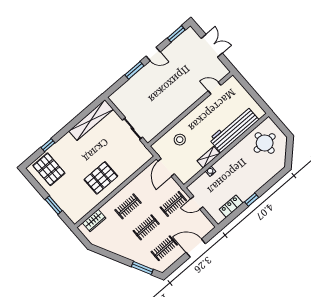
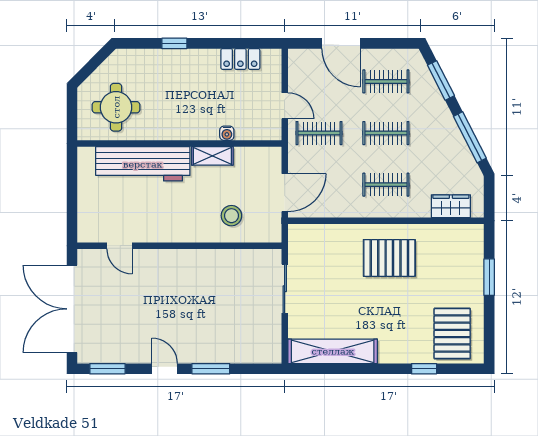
double door: (212, 46) -> (72, 309), width x1.87
window: (252, 200) -> (174, 43), moved
window: (111, 255) -> (470, 137), added

